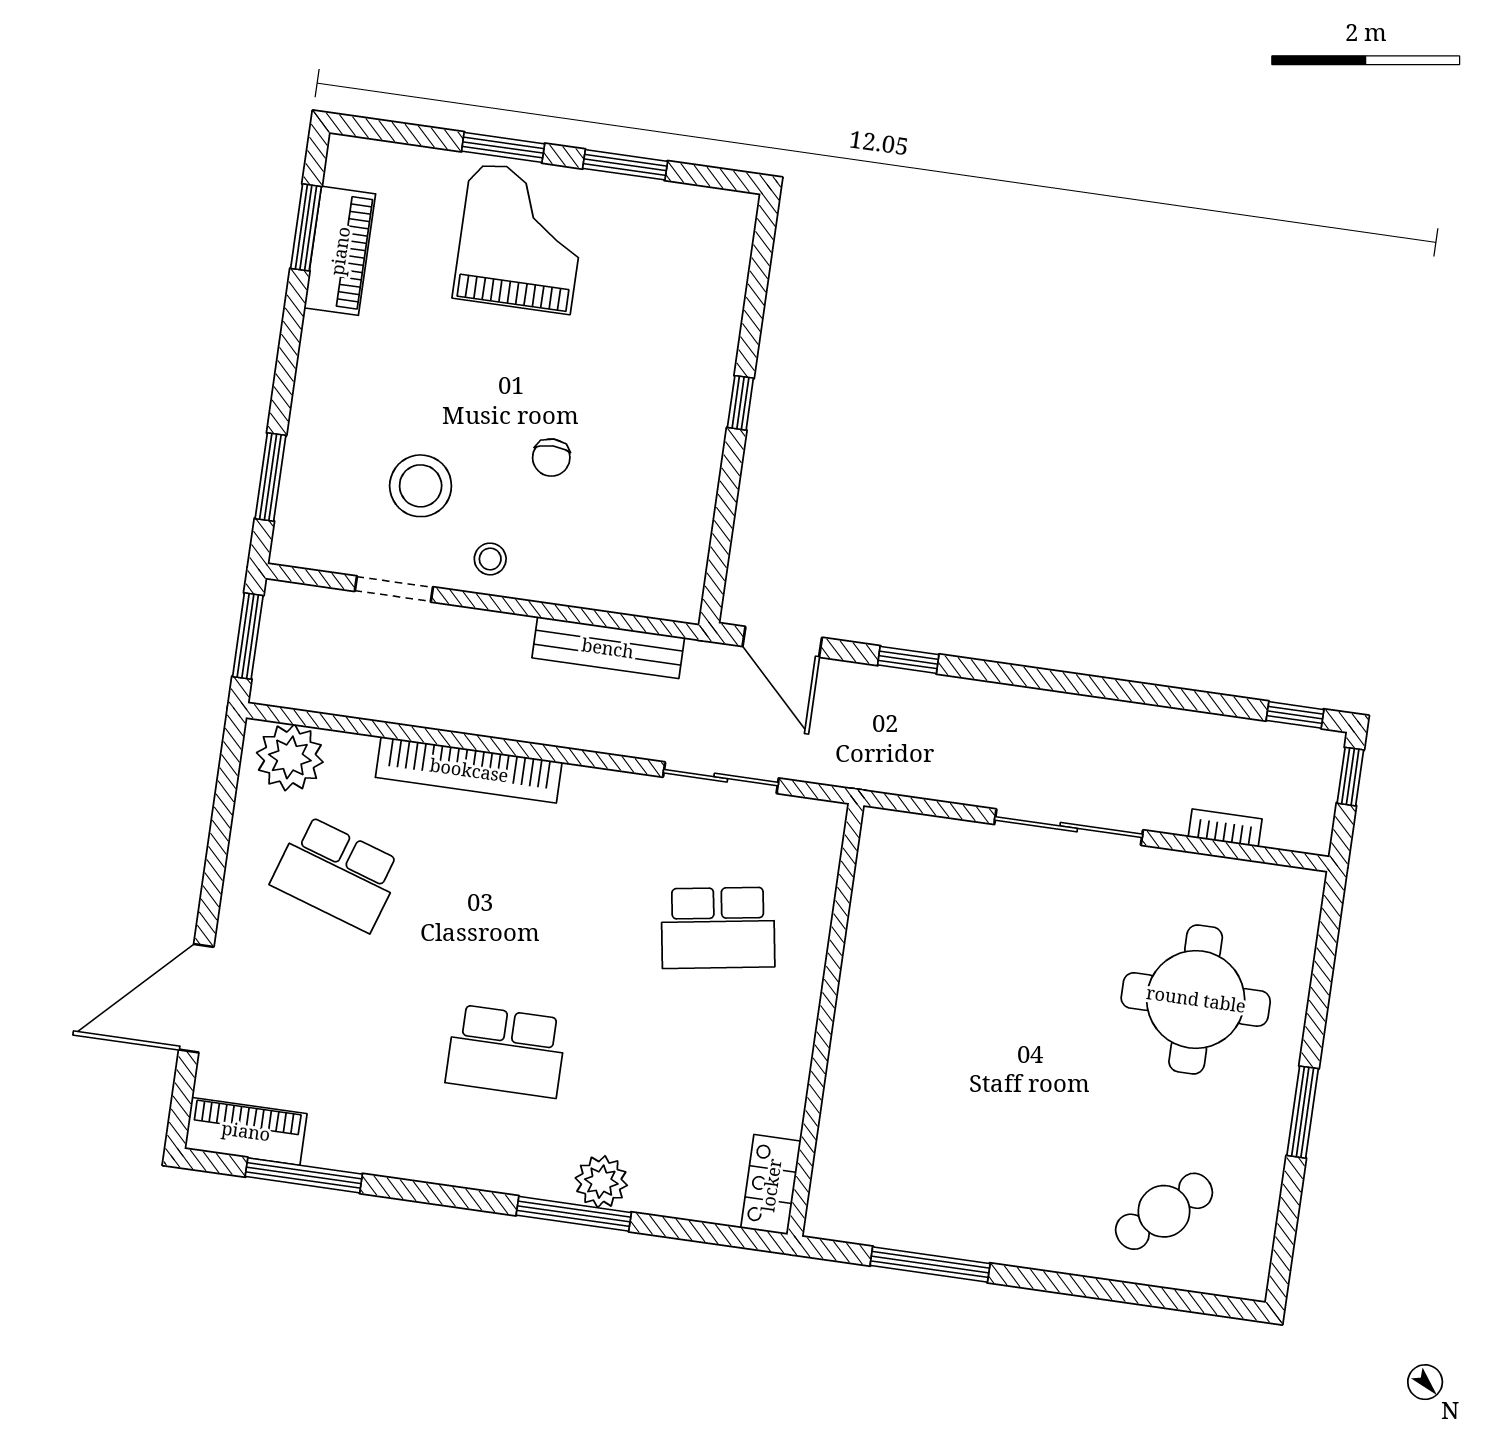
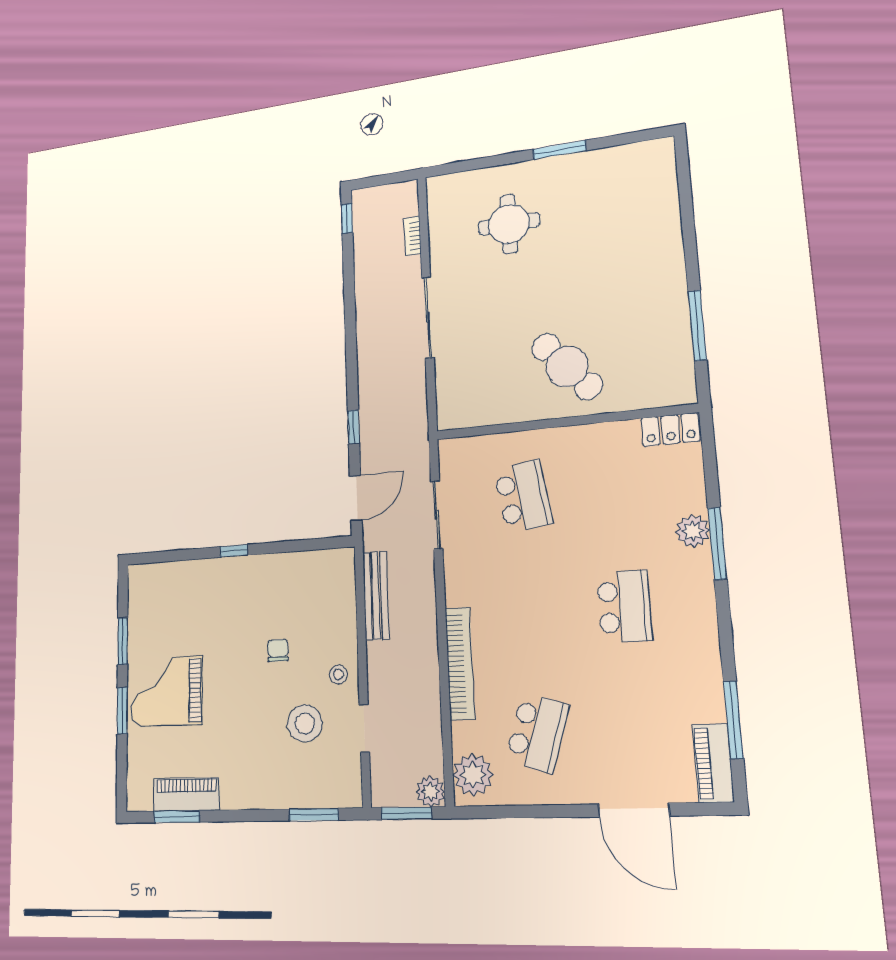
chair: (551, 458) -> (278, 650), turned -90
plant: (275, 683) -> (430, 792), added
window: (1350, 777) -> (374, 181), removed
round table: (1196, 999) -> (509, 224), width x0.73, depth x0.73
cafe table: (1164, 1211) -> (567, 366), moved, width x1.37, depth x1.35

